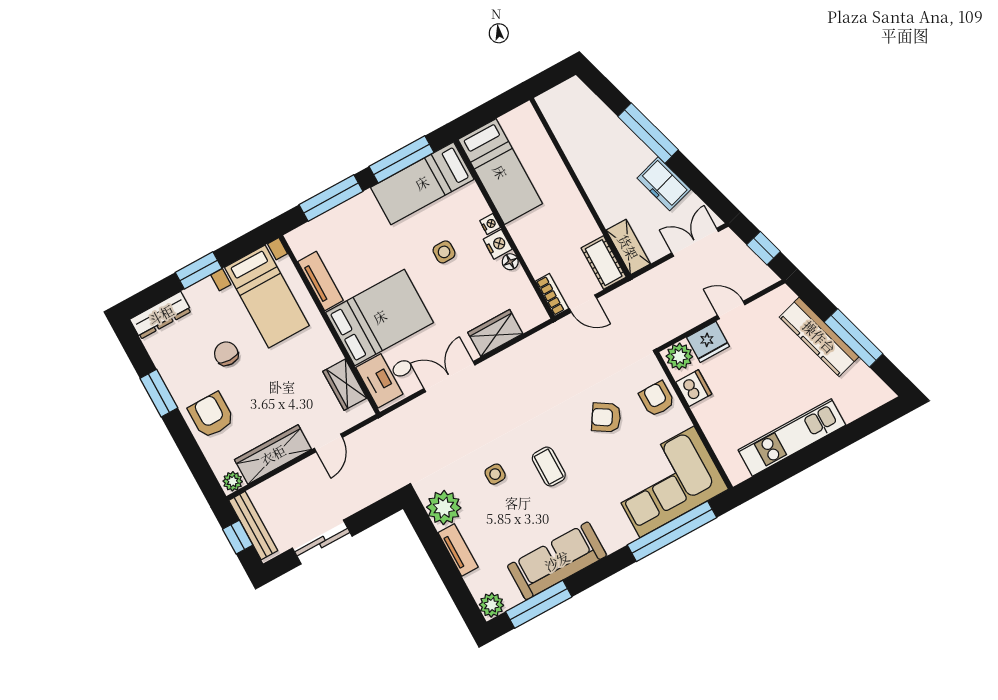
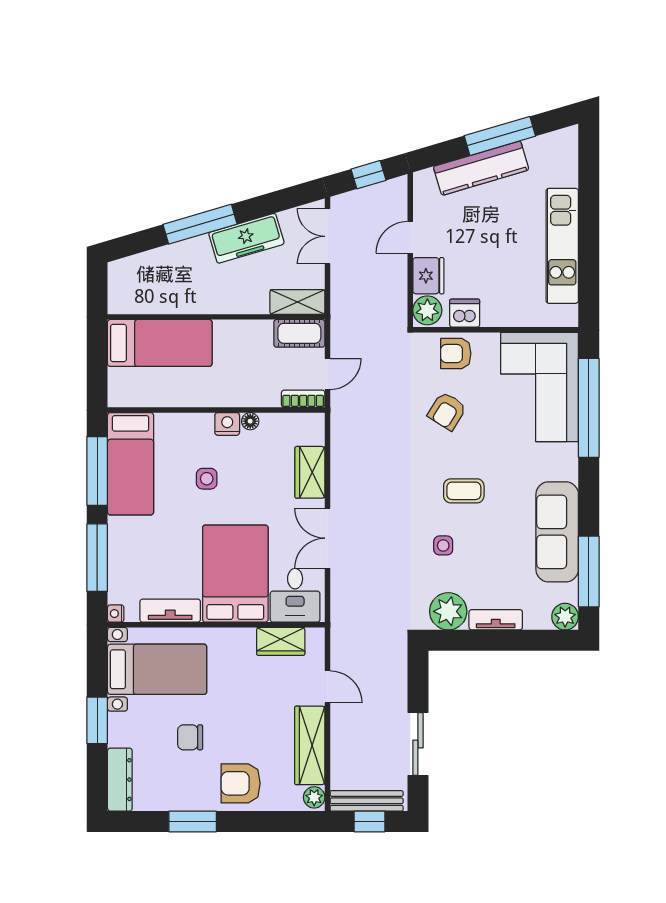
bed: (500, 172) -> (160, 343), moved
freezer: (664, 184) -> (246, 238), width x1.40
nightstand: (490, 224) -> (116, 614), moved, turned -90

